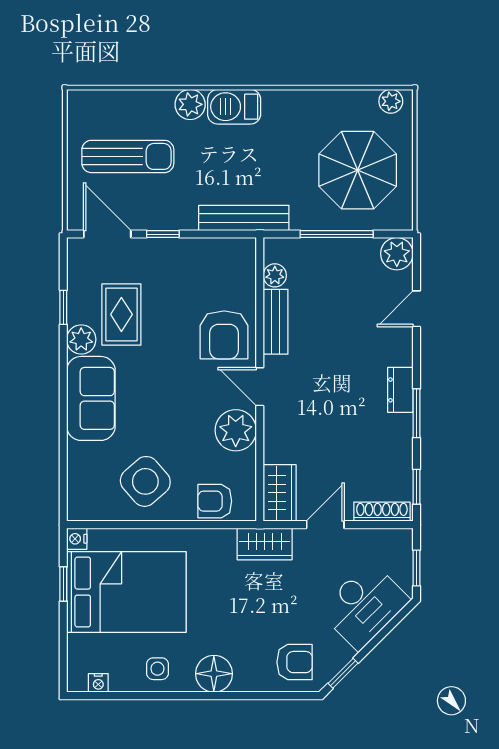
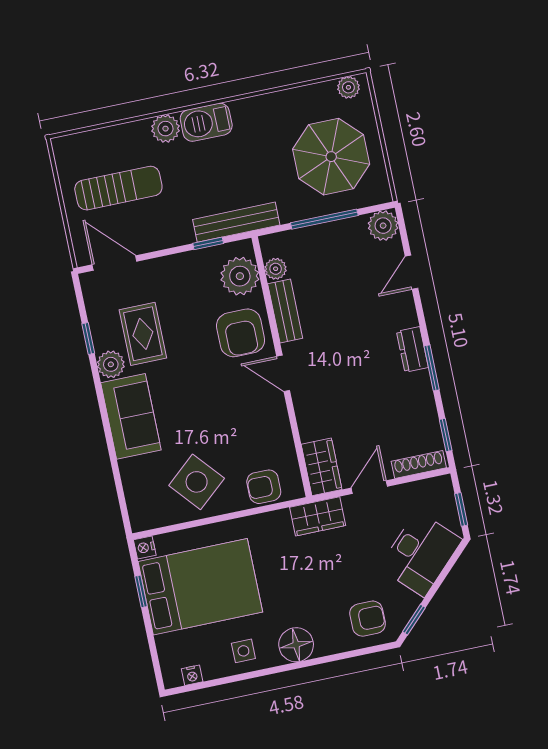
window: (163, 234) -> (208, 243), moved
plant: (236, 430) -> (240, 276), moved

